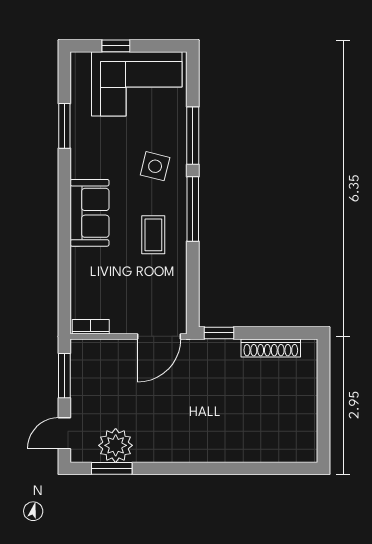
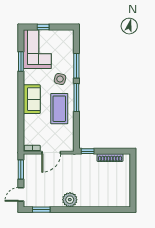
corner sofa: (137, 84) -> (37, 49), moved, turned -90
coffee table: (153, 235) -> (59, 109), width x1.86, depth x1.72
door: (159, 336) -> (51, 153), moved
plant: (116, 445) -> (70, 200), moved

